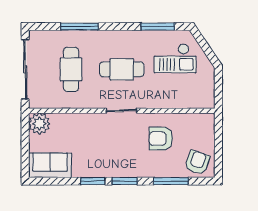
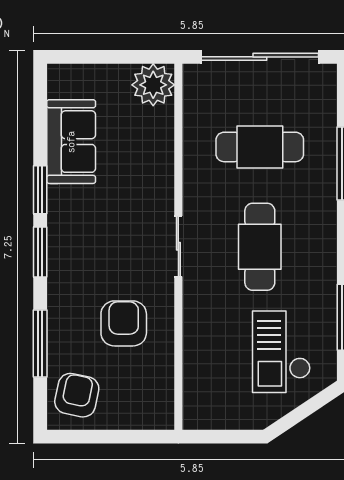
armchair: (197, 162) -> (77, 395), turned -97
sofa: (50, 165) -> (71, 142), moved

